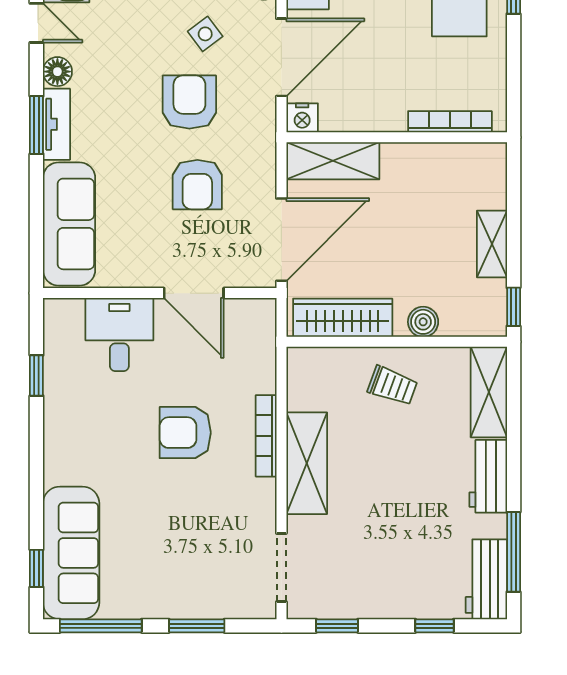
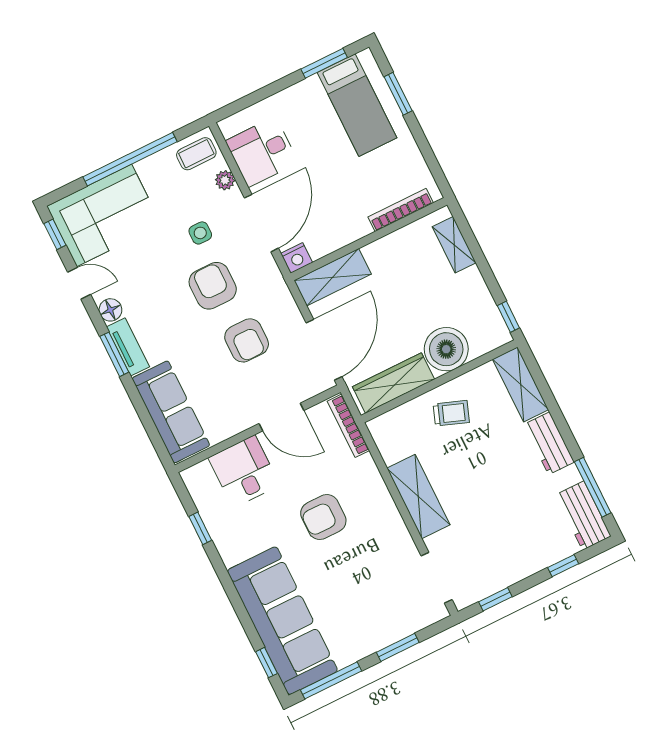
side table: (205, 34) -> (200, 233), turned 37
shelving: (492, 244) -> (454, 245), moved
boiler: (423, 322) -> (446, 349), width x1.86, depth x1.86
bookcase: (266, 436) -> (348, 426), moved
sofa: (71, 553) -> (282, 621), width x1.36, depth x1.27

